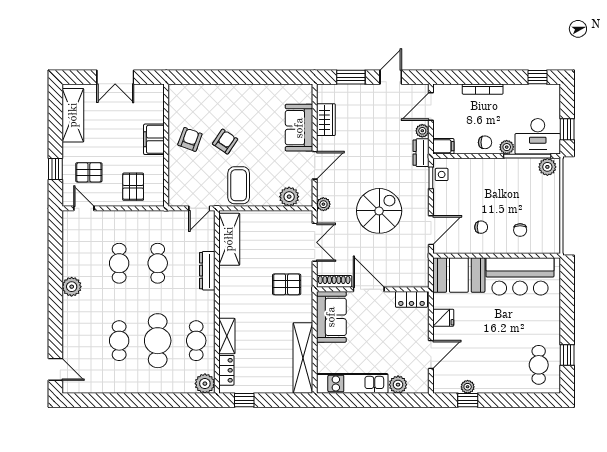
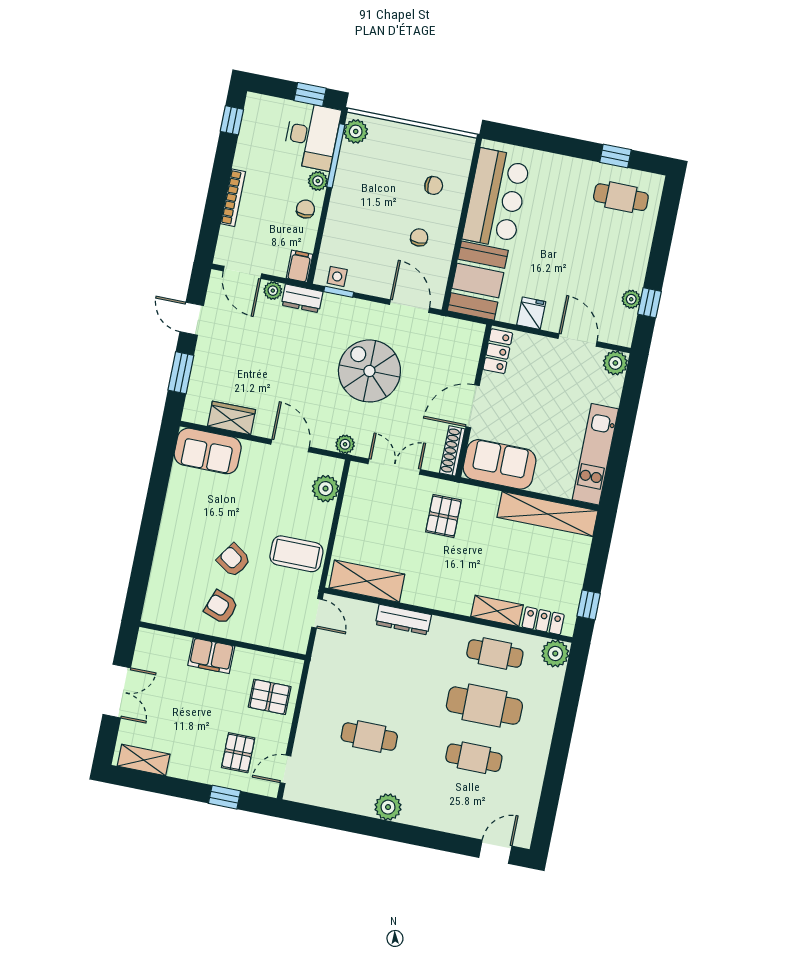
shelving: (73, 115) -> (144, 760), width x0.67, depth x0.75
sofa: (299, 128) -> (208, 451), moved
cafe table: (158, 263) -> (380, 684), removed
plant: (398, 385) -> (615, 363), moved

